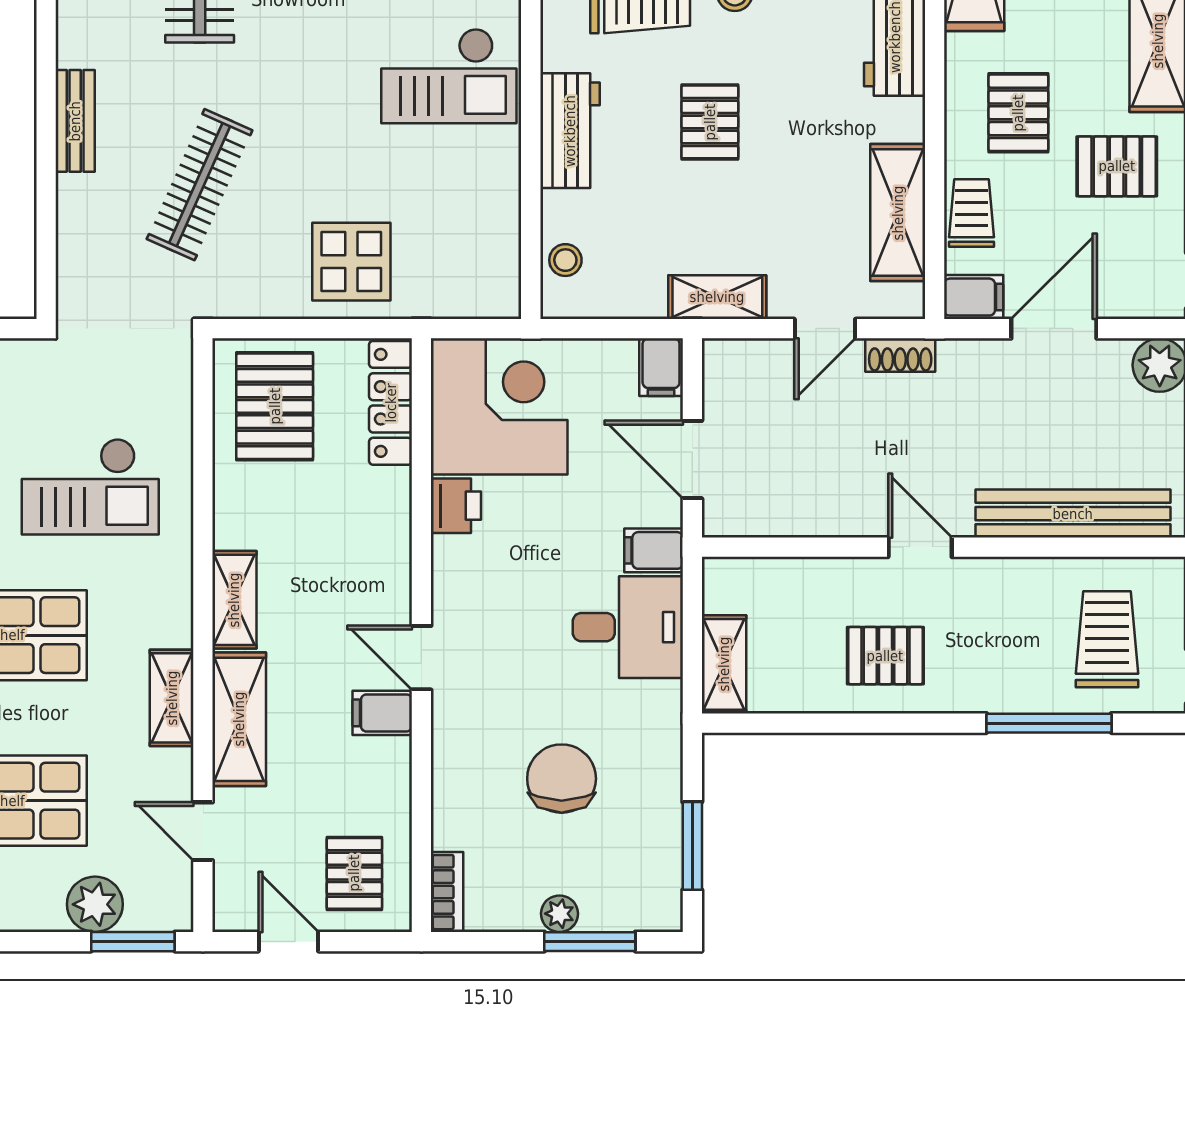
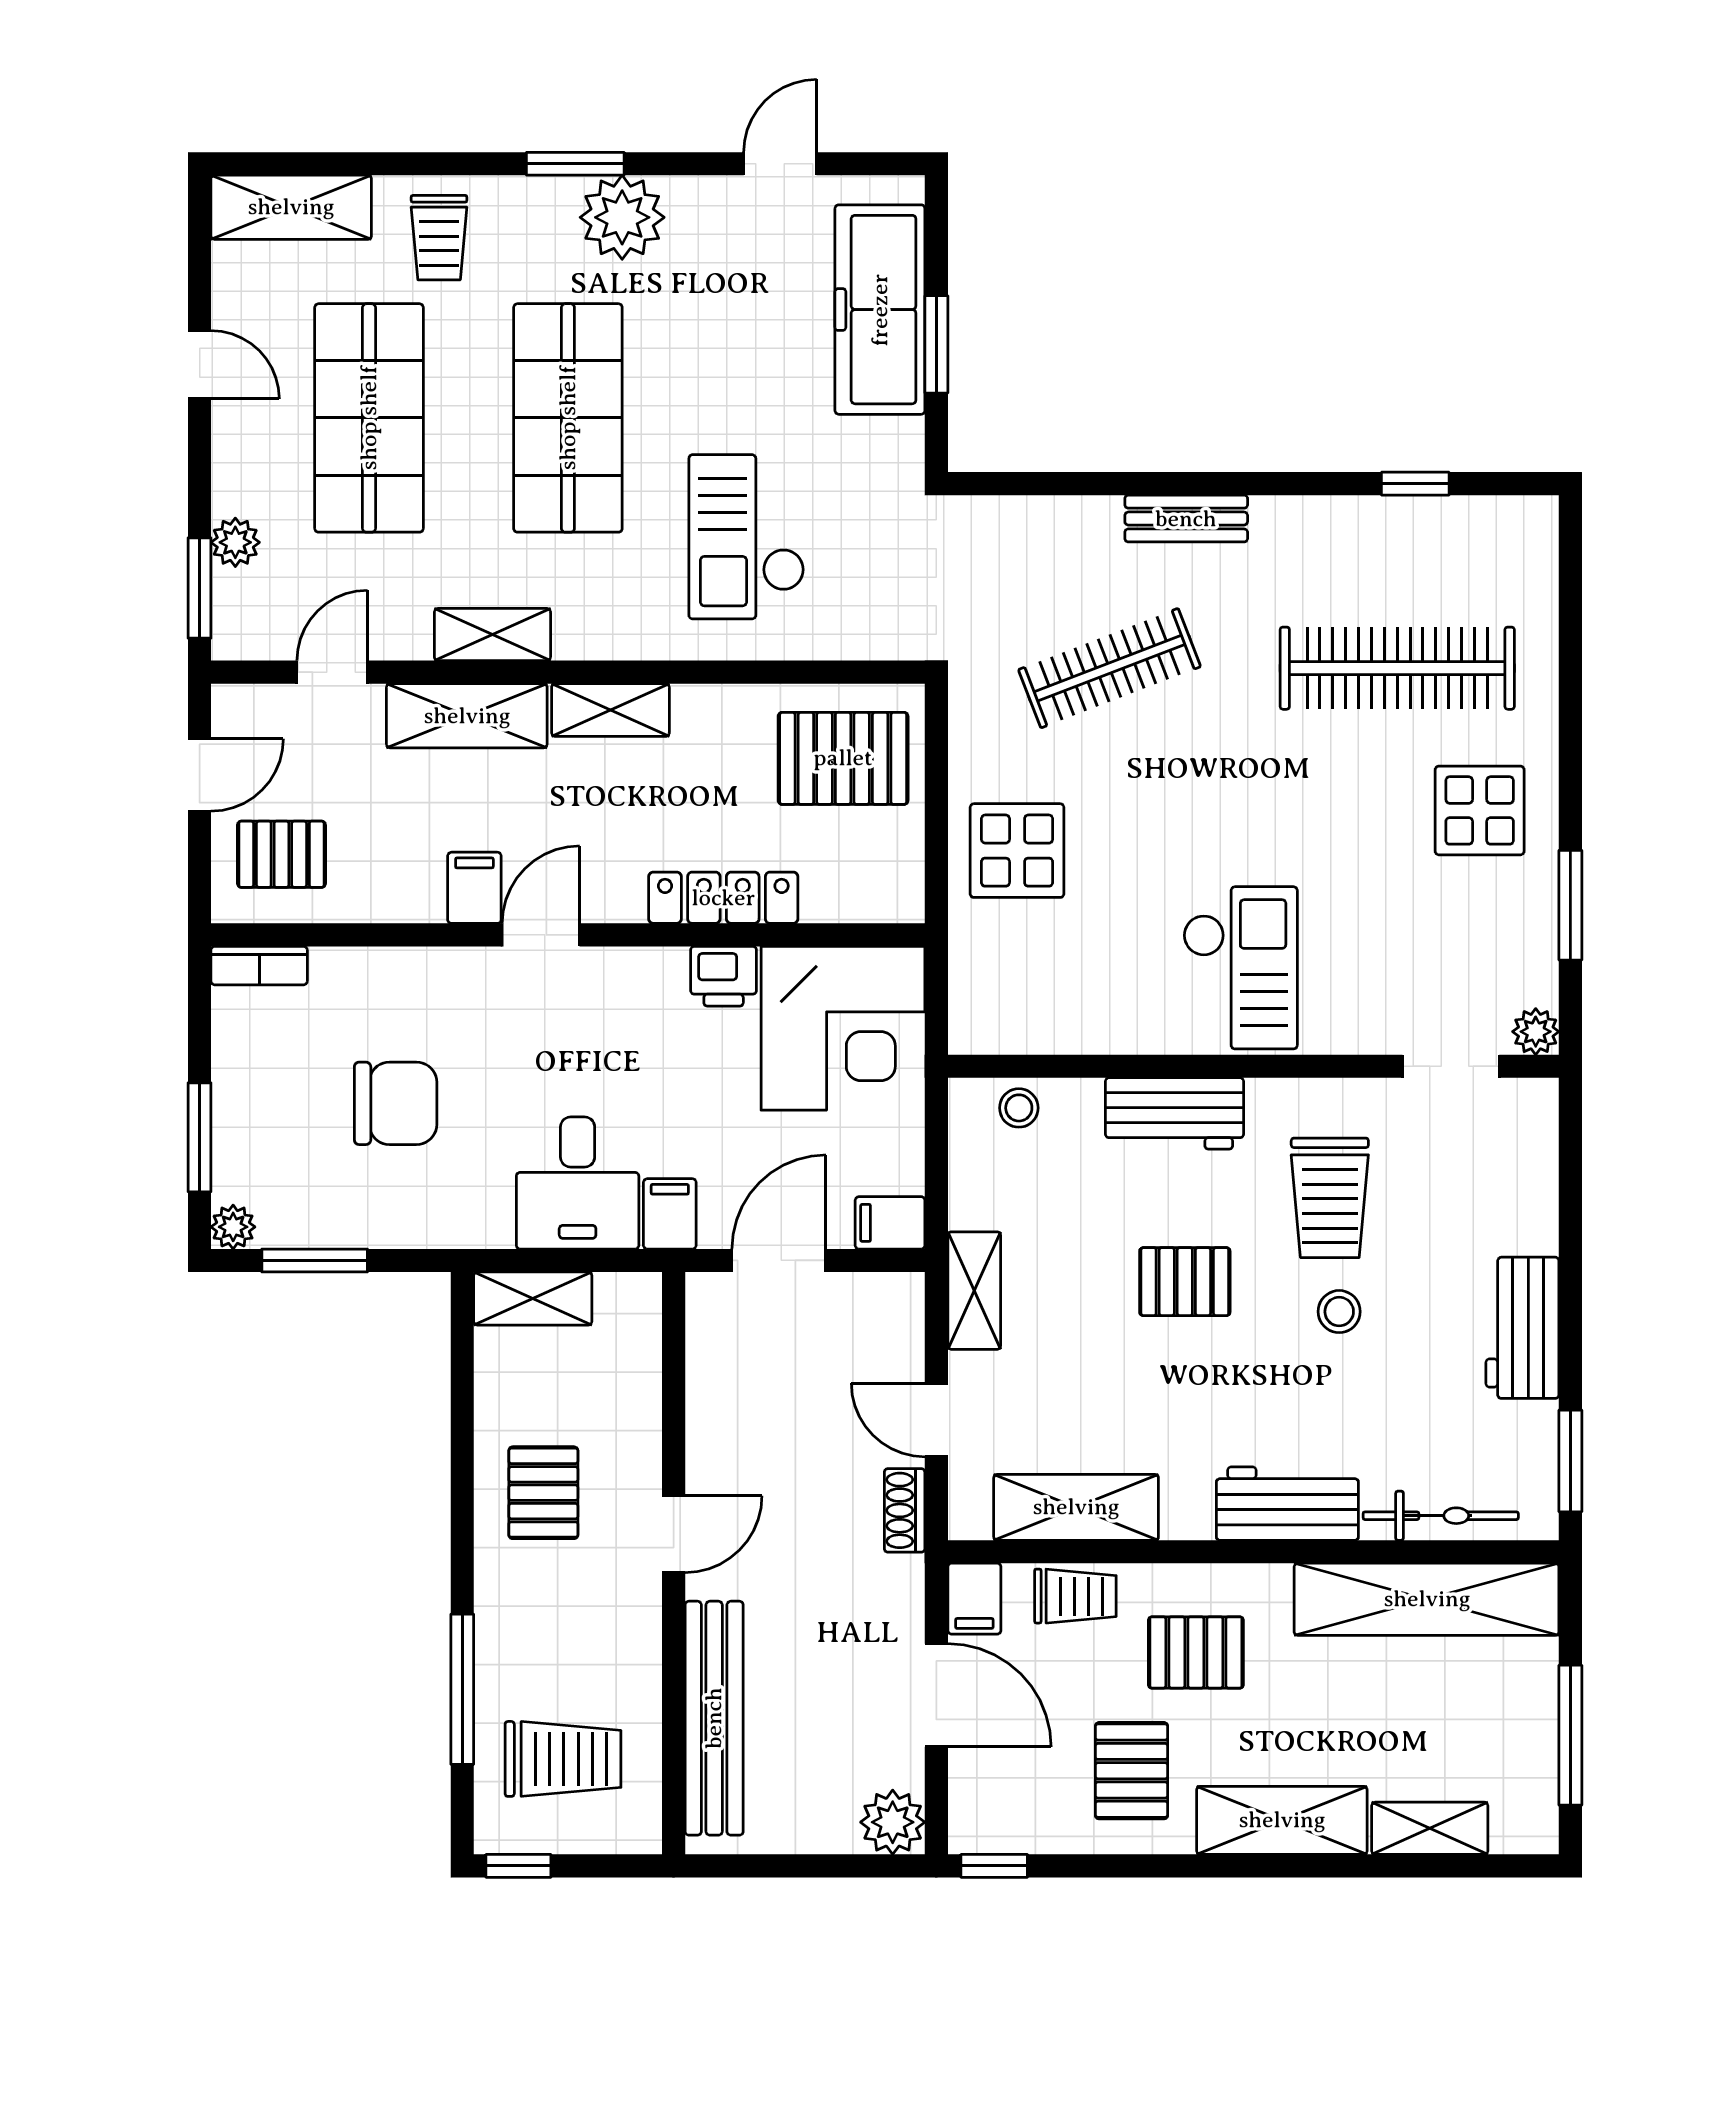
checkout: (449, 76) -> (1240, 968), turned 180
clothes rail: (200, 185) -> (1109, 668), turned -45
locker: (391, 403) -> (723, 898), moved
plant: (95, 904) -> (235, 542), width x0.73, depth x0.73
plant: (559, 914) -> (233, 1227), moved

